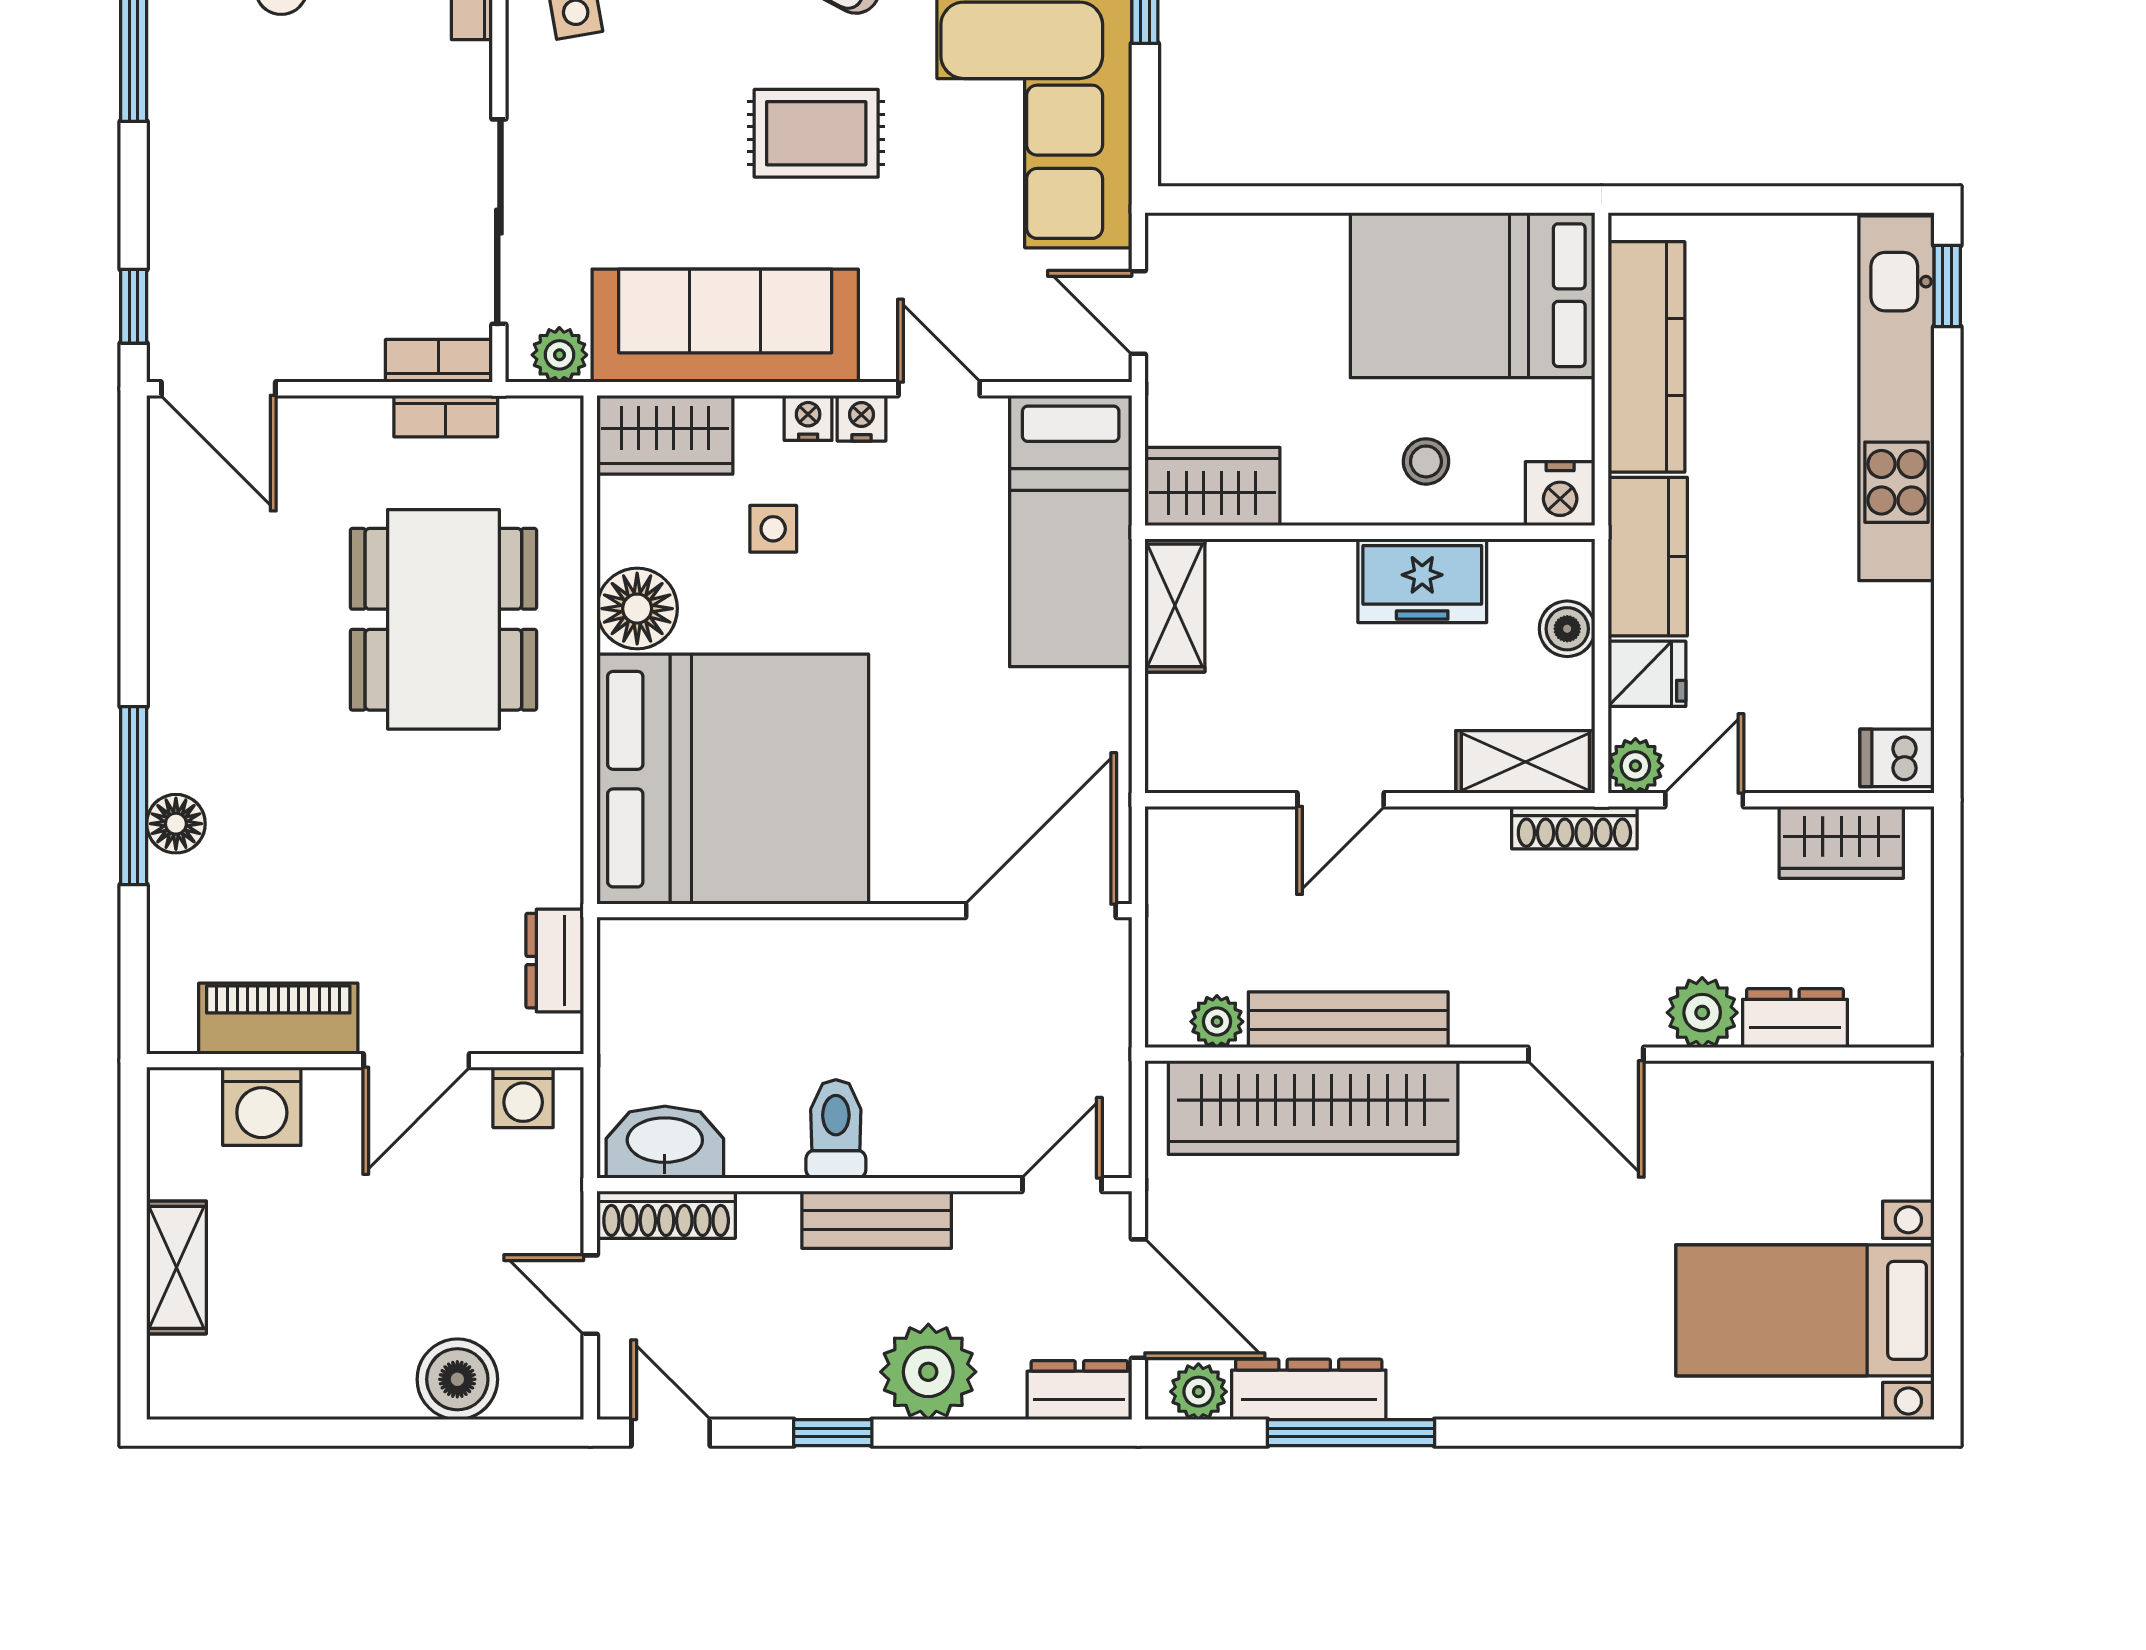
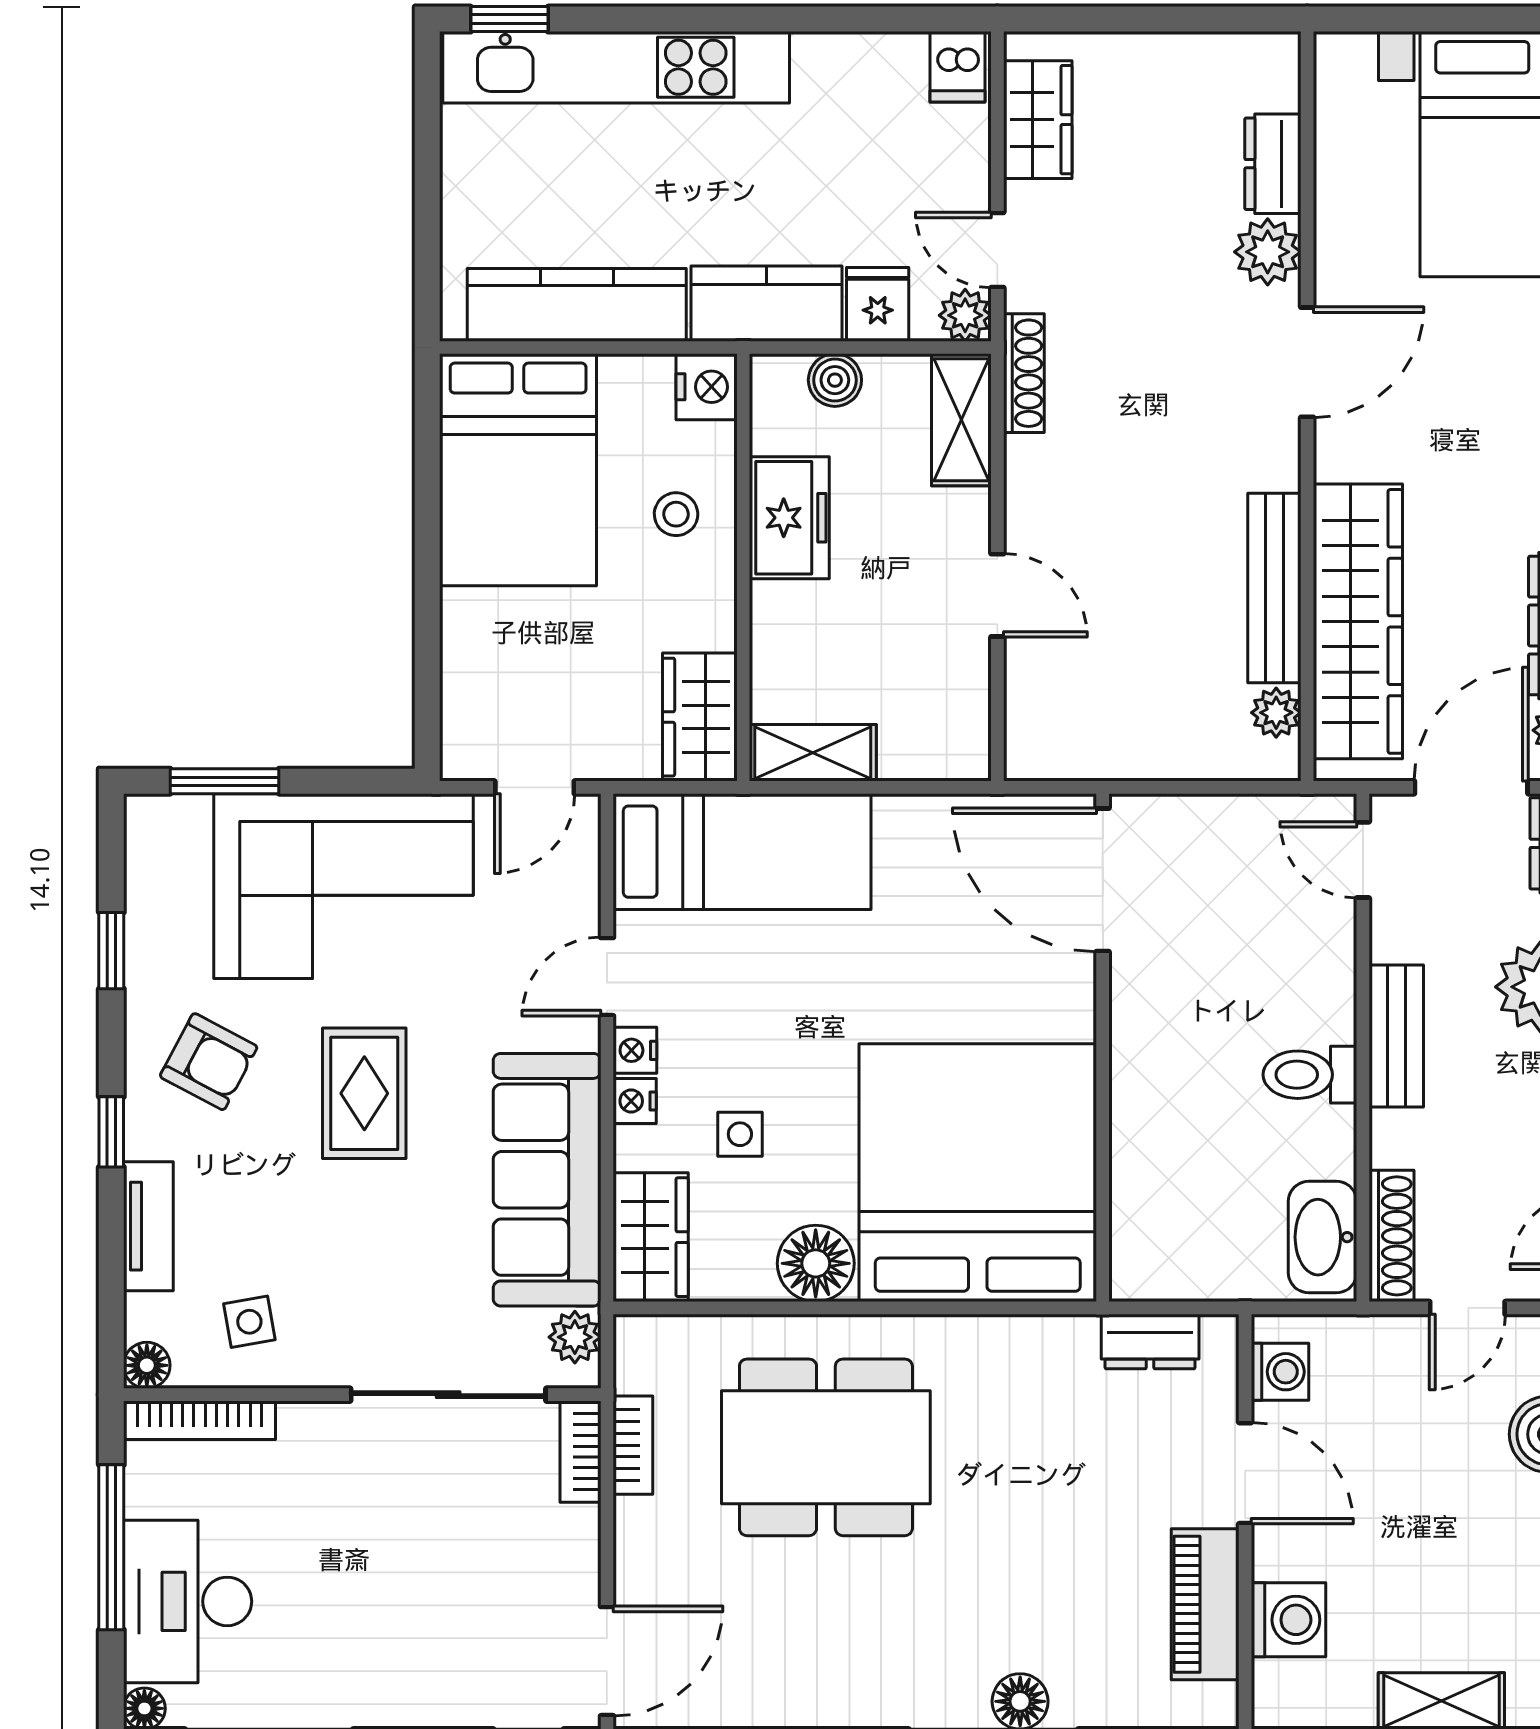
plant: (1702, 1013) -> (1268, 252), moved
dresser: (1795, 1018) -> (1273, 164), moved
bench: (1348, 1020) -> (1274, 588), moved
plant: (1217, 1022) -> (1276, 713), moved
wall: (1540, 1054) -> (1307, 406), moved
door: (1586, 1054) -> (1307, 362), moved
wardrobe: (1313, 1108) -> (1358, 621), moved

